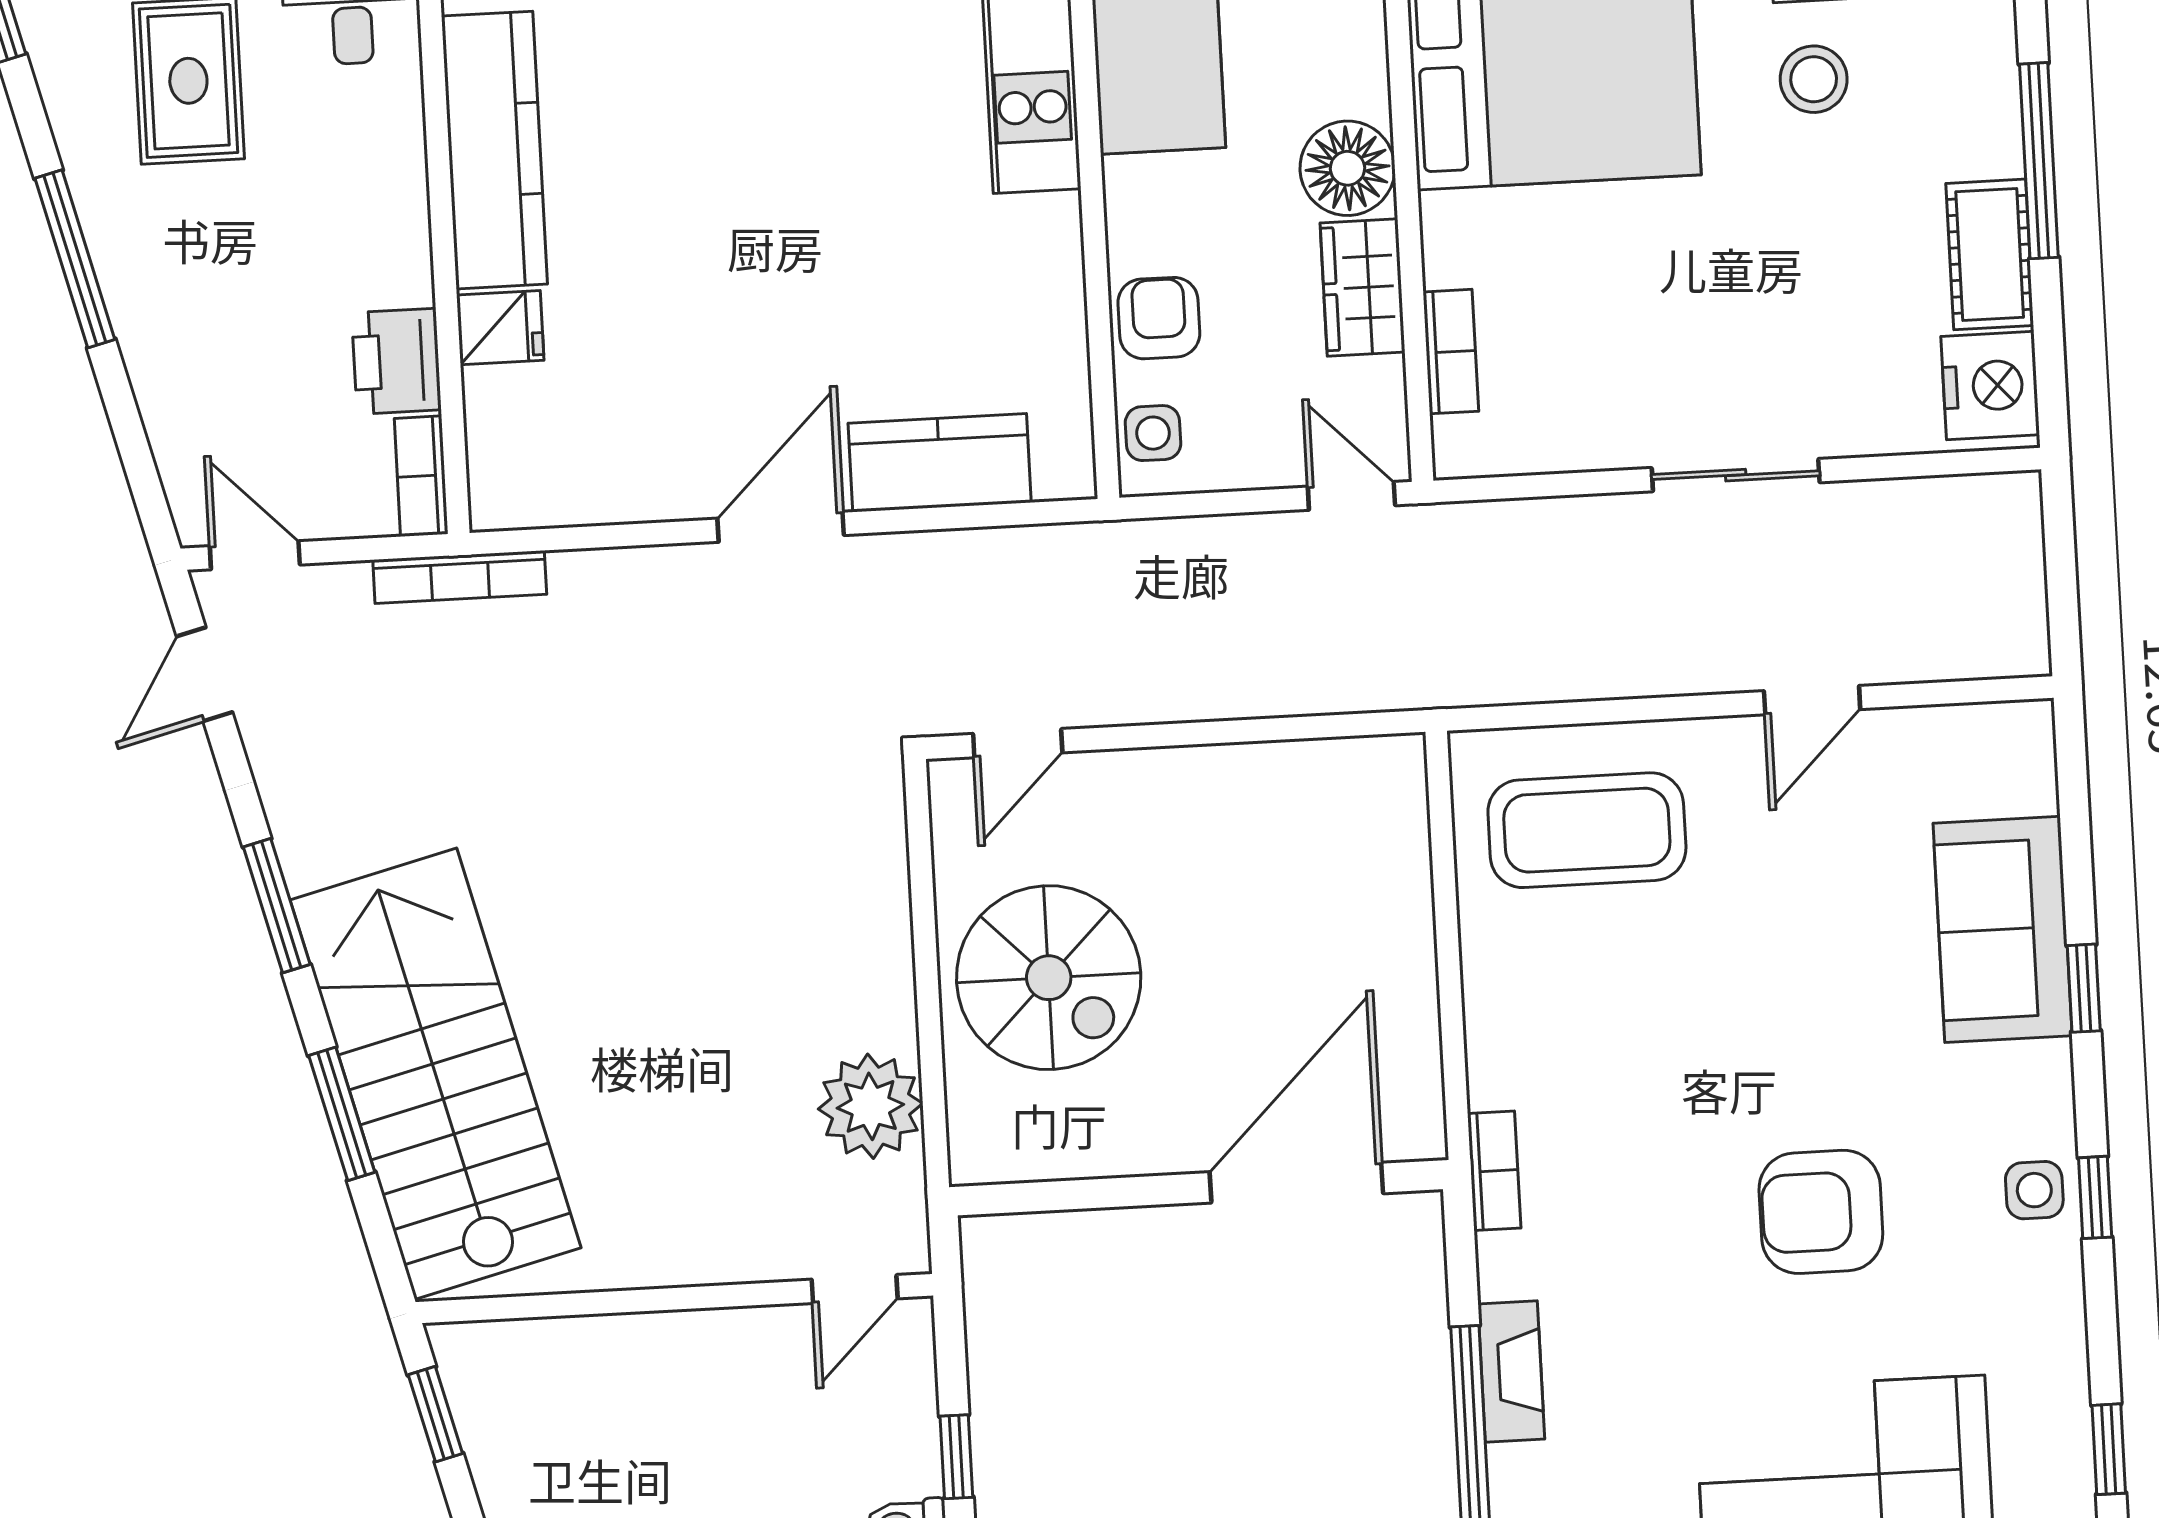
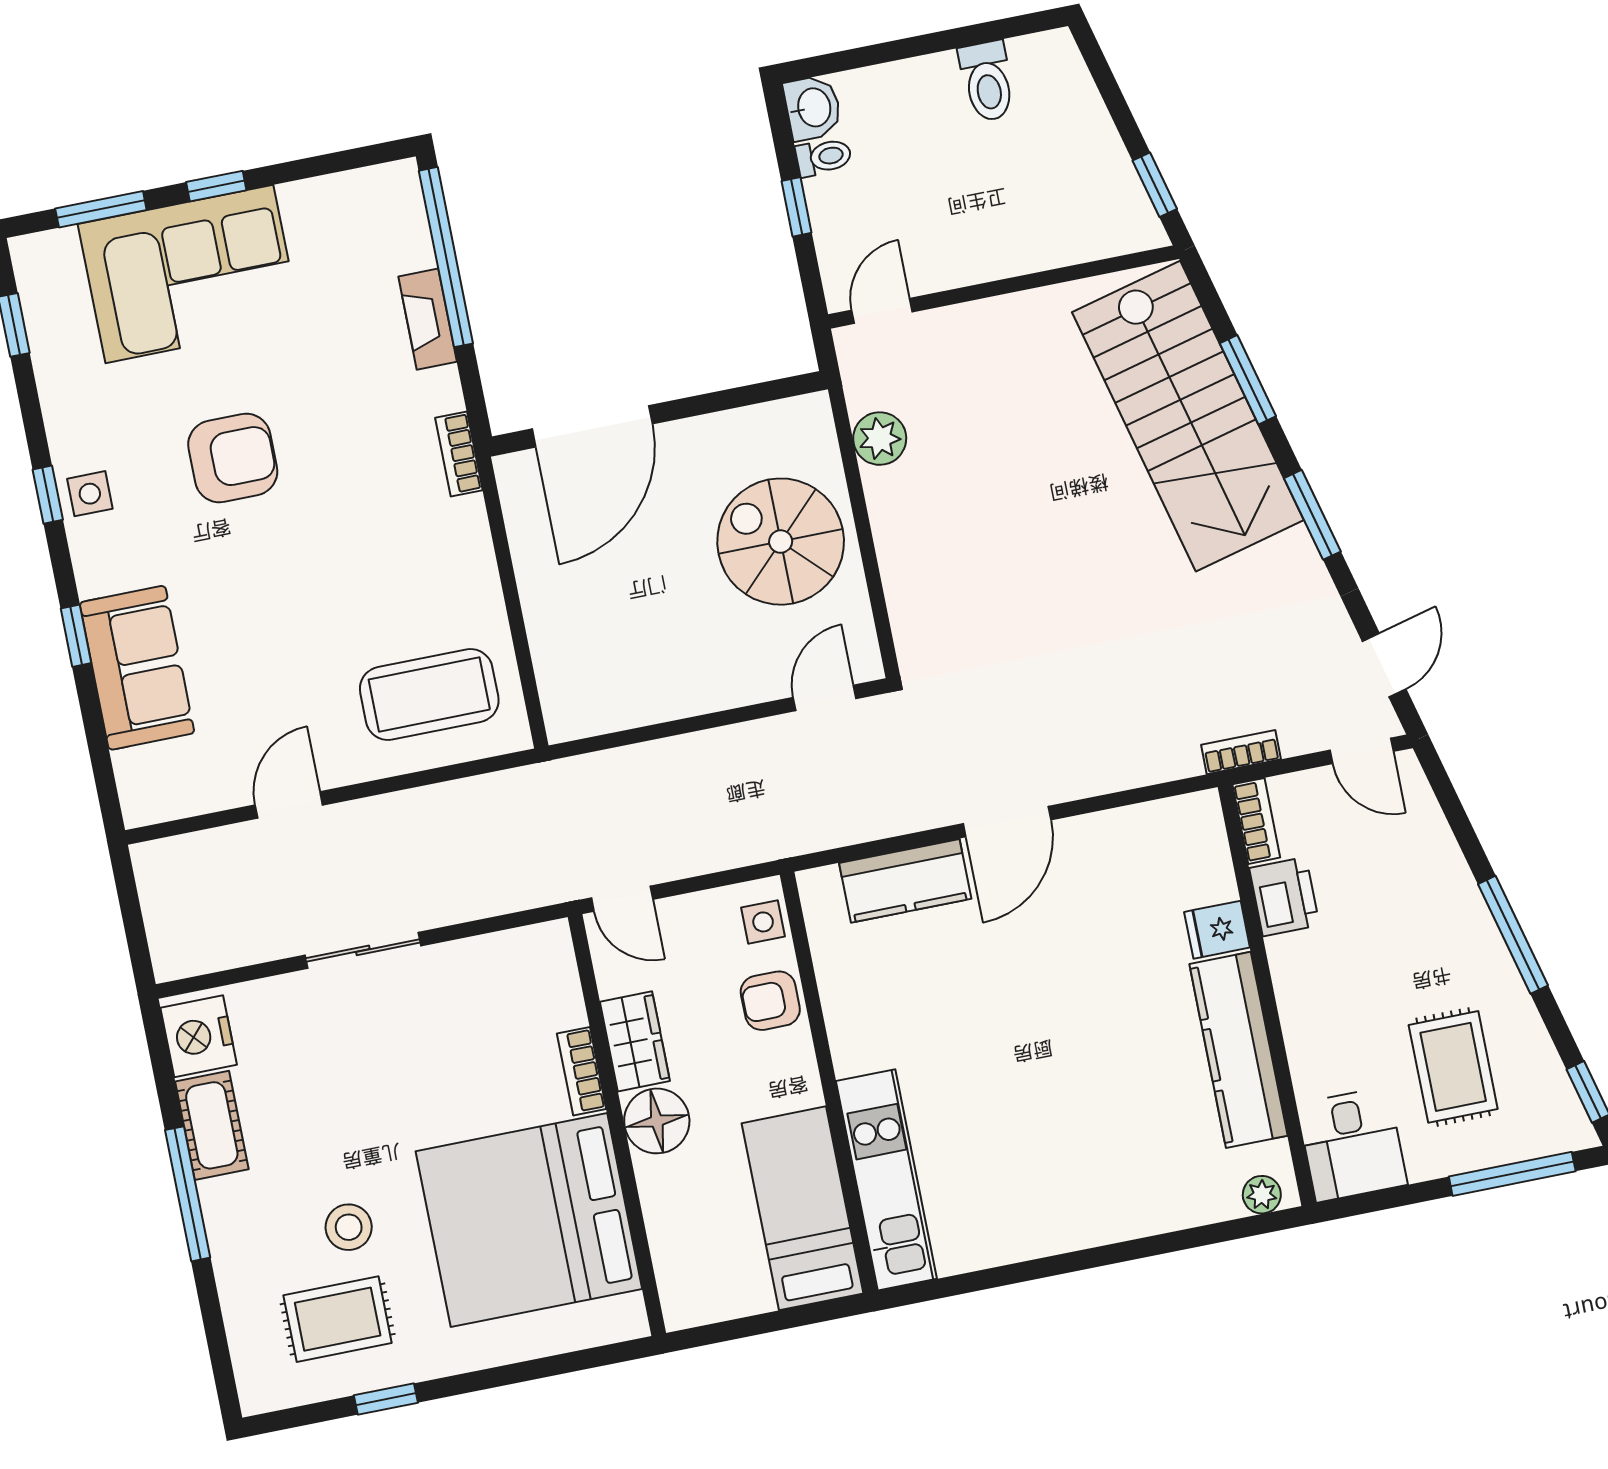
armchair: (1159, 318) -> (770, 1001), turned 90
bookcase: (1451, 352) -> (582, 1071), moved
bookcase: (460, 577) -> (1241, 752), width x0.64
plant: (870, 1106) -> (880, 439), width x0.73, depth x0.73

